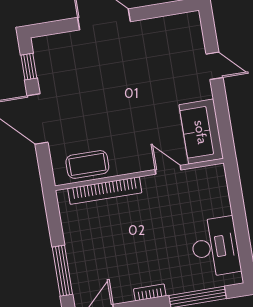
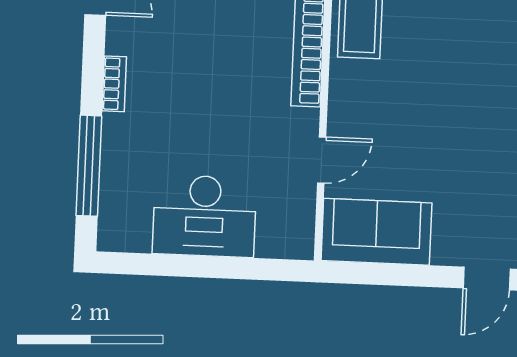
desk: (215, 247) -> (204, 216), moved

